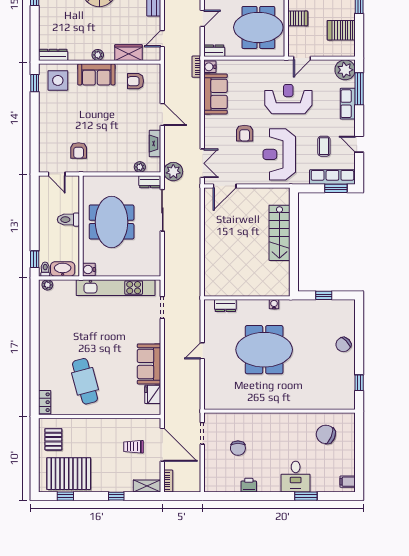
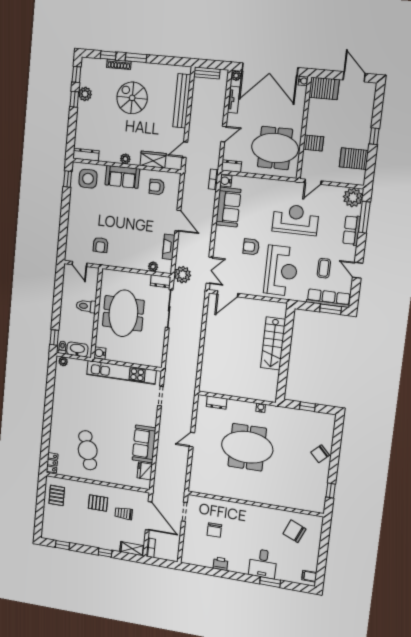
armchair: (245, 133) -> (251, 247), turned 90
reception desk: (279, 154) -> (281, 271), turned 180
pallet: (69, 474) -> (98, 503), moved, width x0.49, depth x0.50

